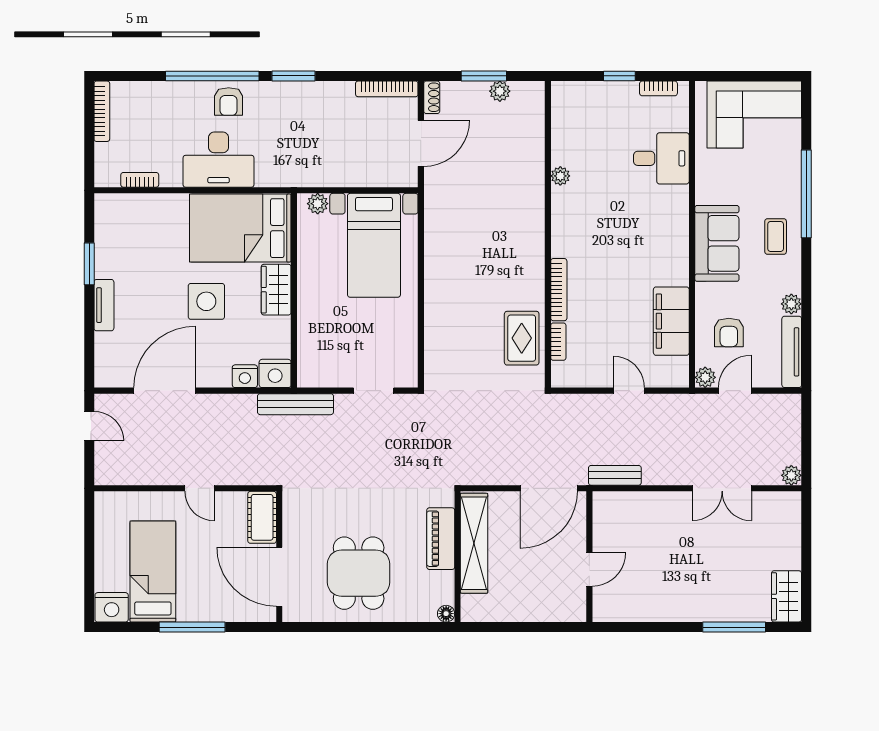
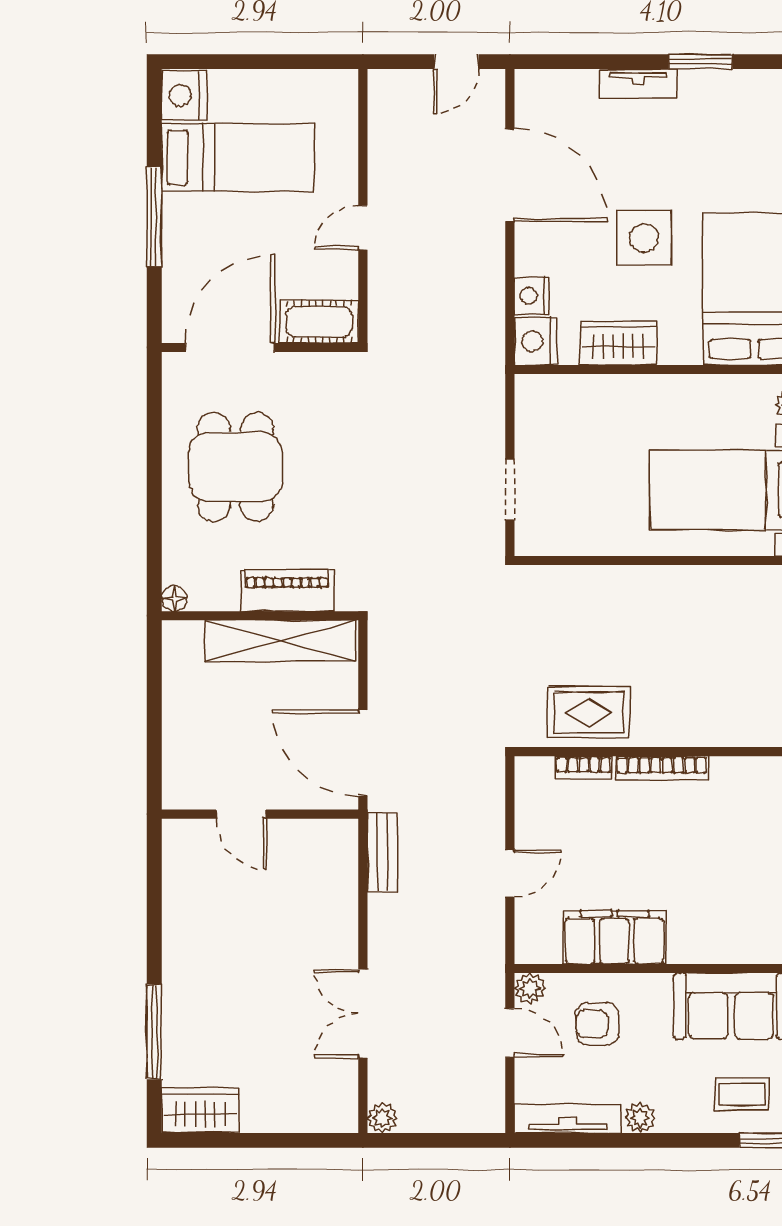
wardrobe: (276, 290) -> (618, 343), moved
bench: (295, 404) -> (489, 372), removed
dining table: (359, 573) -> (235, 467), turned 90

